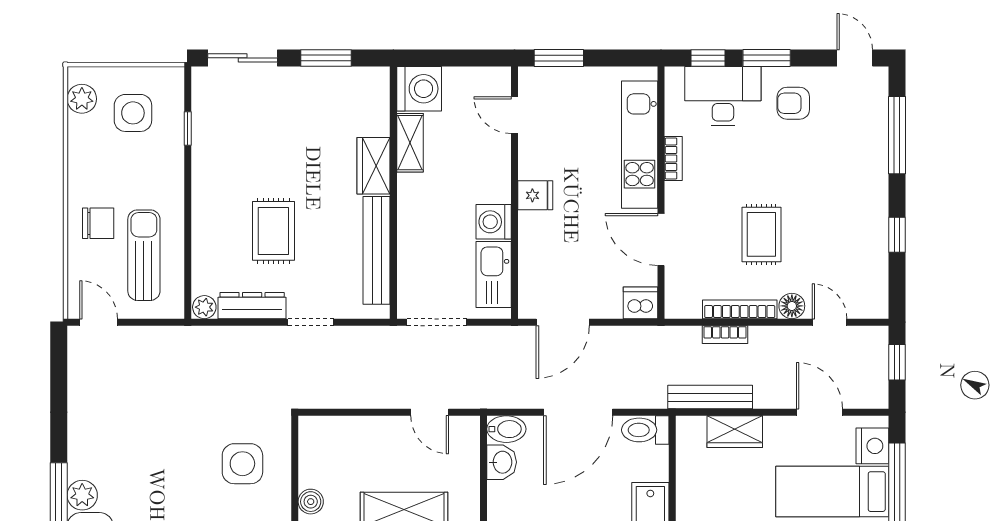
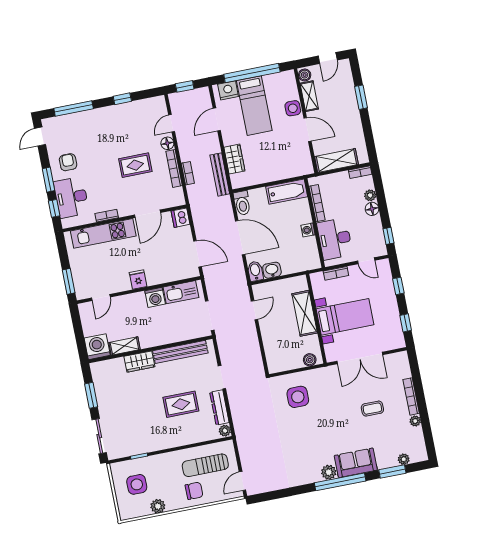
plant: (82, 99) -> (158, 506), moved
armchair: (793, 103) -> (68, 162), turned 180
chair: (98, 223) -> (194, 491), turned 90

